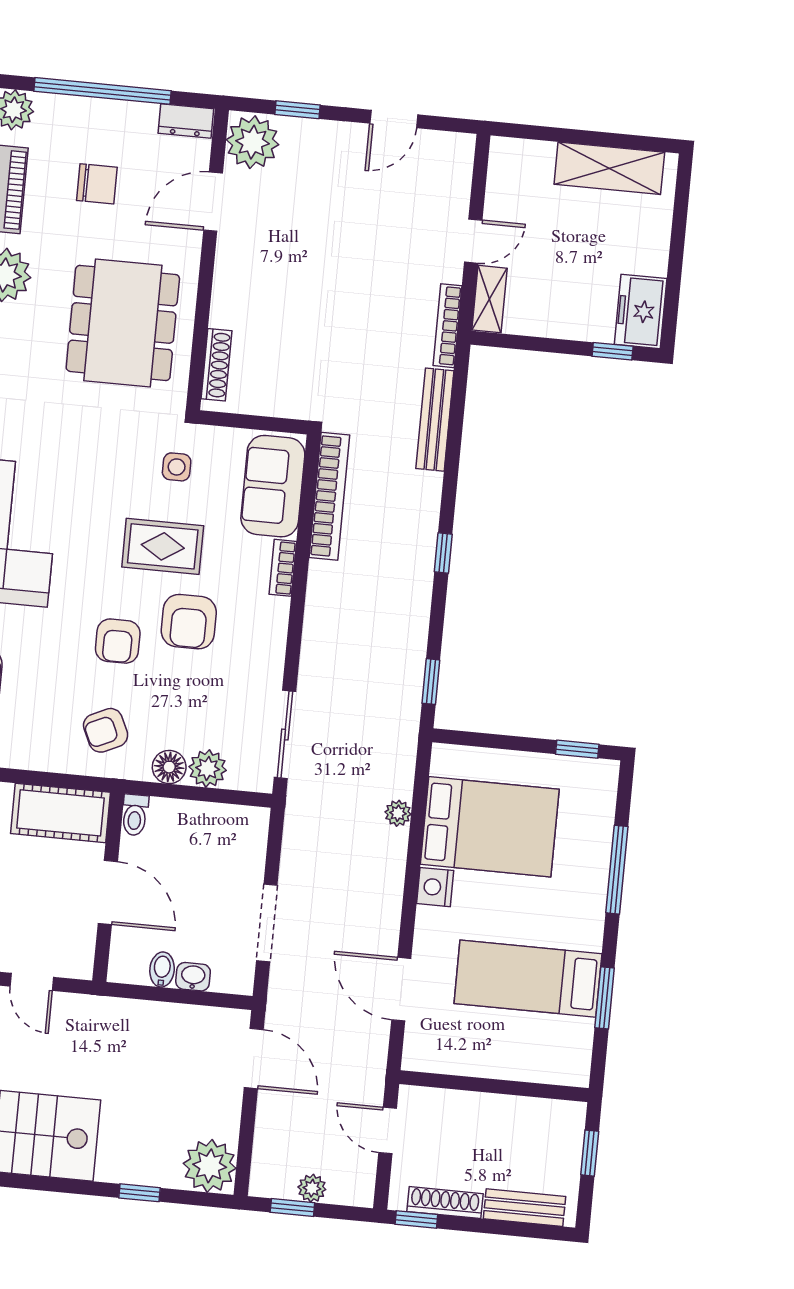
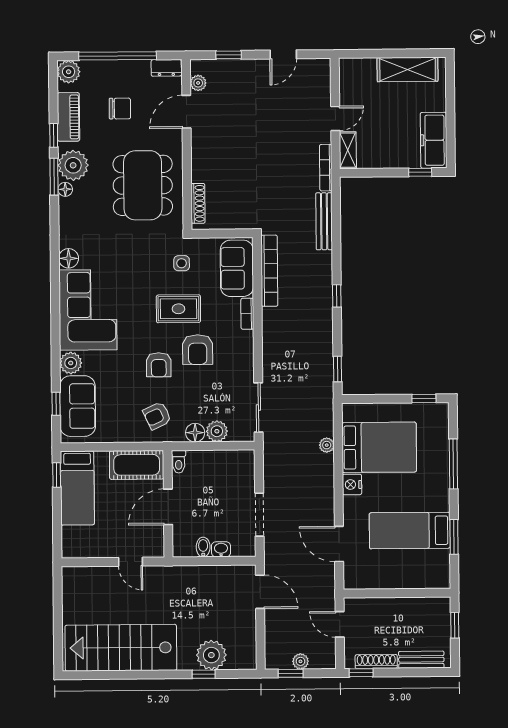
plant: (253, 142) -> (198, 83), width x0.53, depth x0.53
freezer: (641, 311) -> (434, 140), width x1.40
door: (108, 892) -> (168, 507), swing flipped
plant: (210, 1166) -> (211, 655), moved

